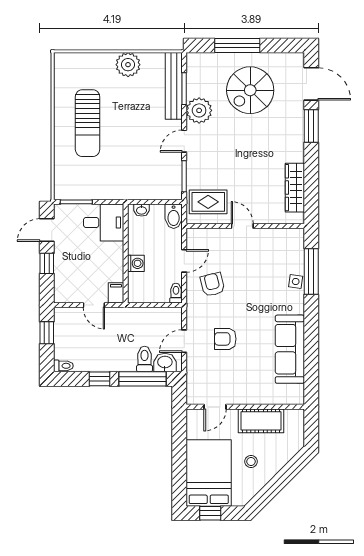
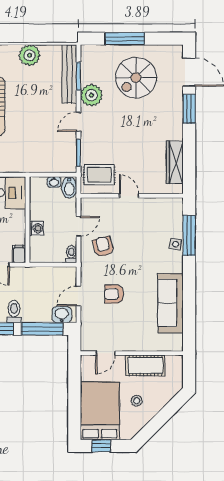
washbasin: (142, 210) -> (54, 182), moved
toilet: (145, 359) -> (14, 312), moved

